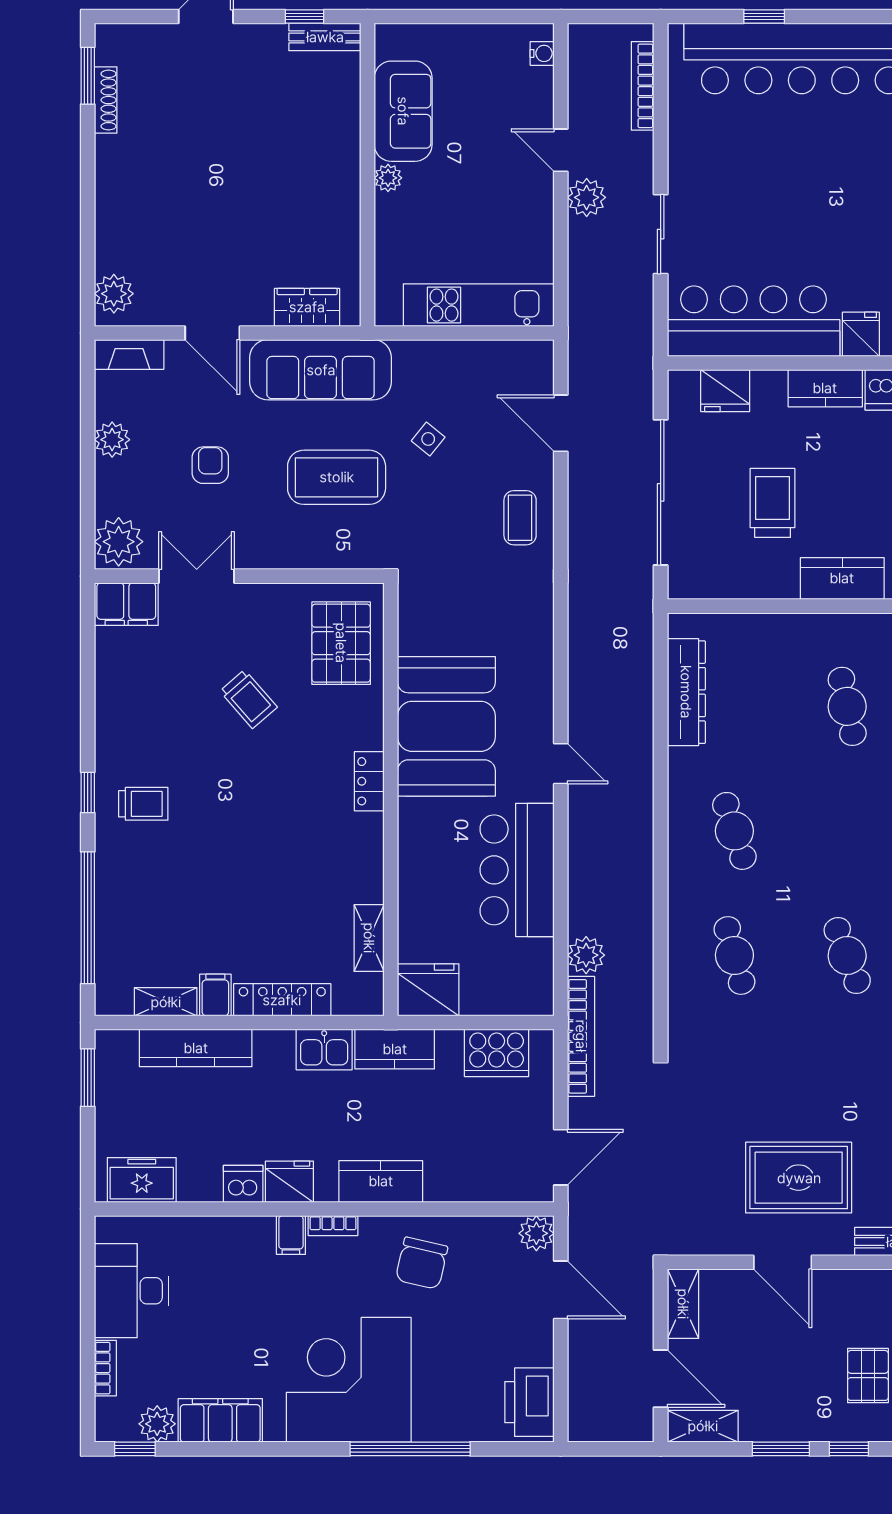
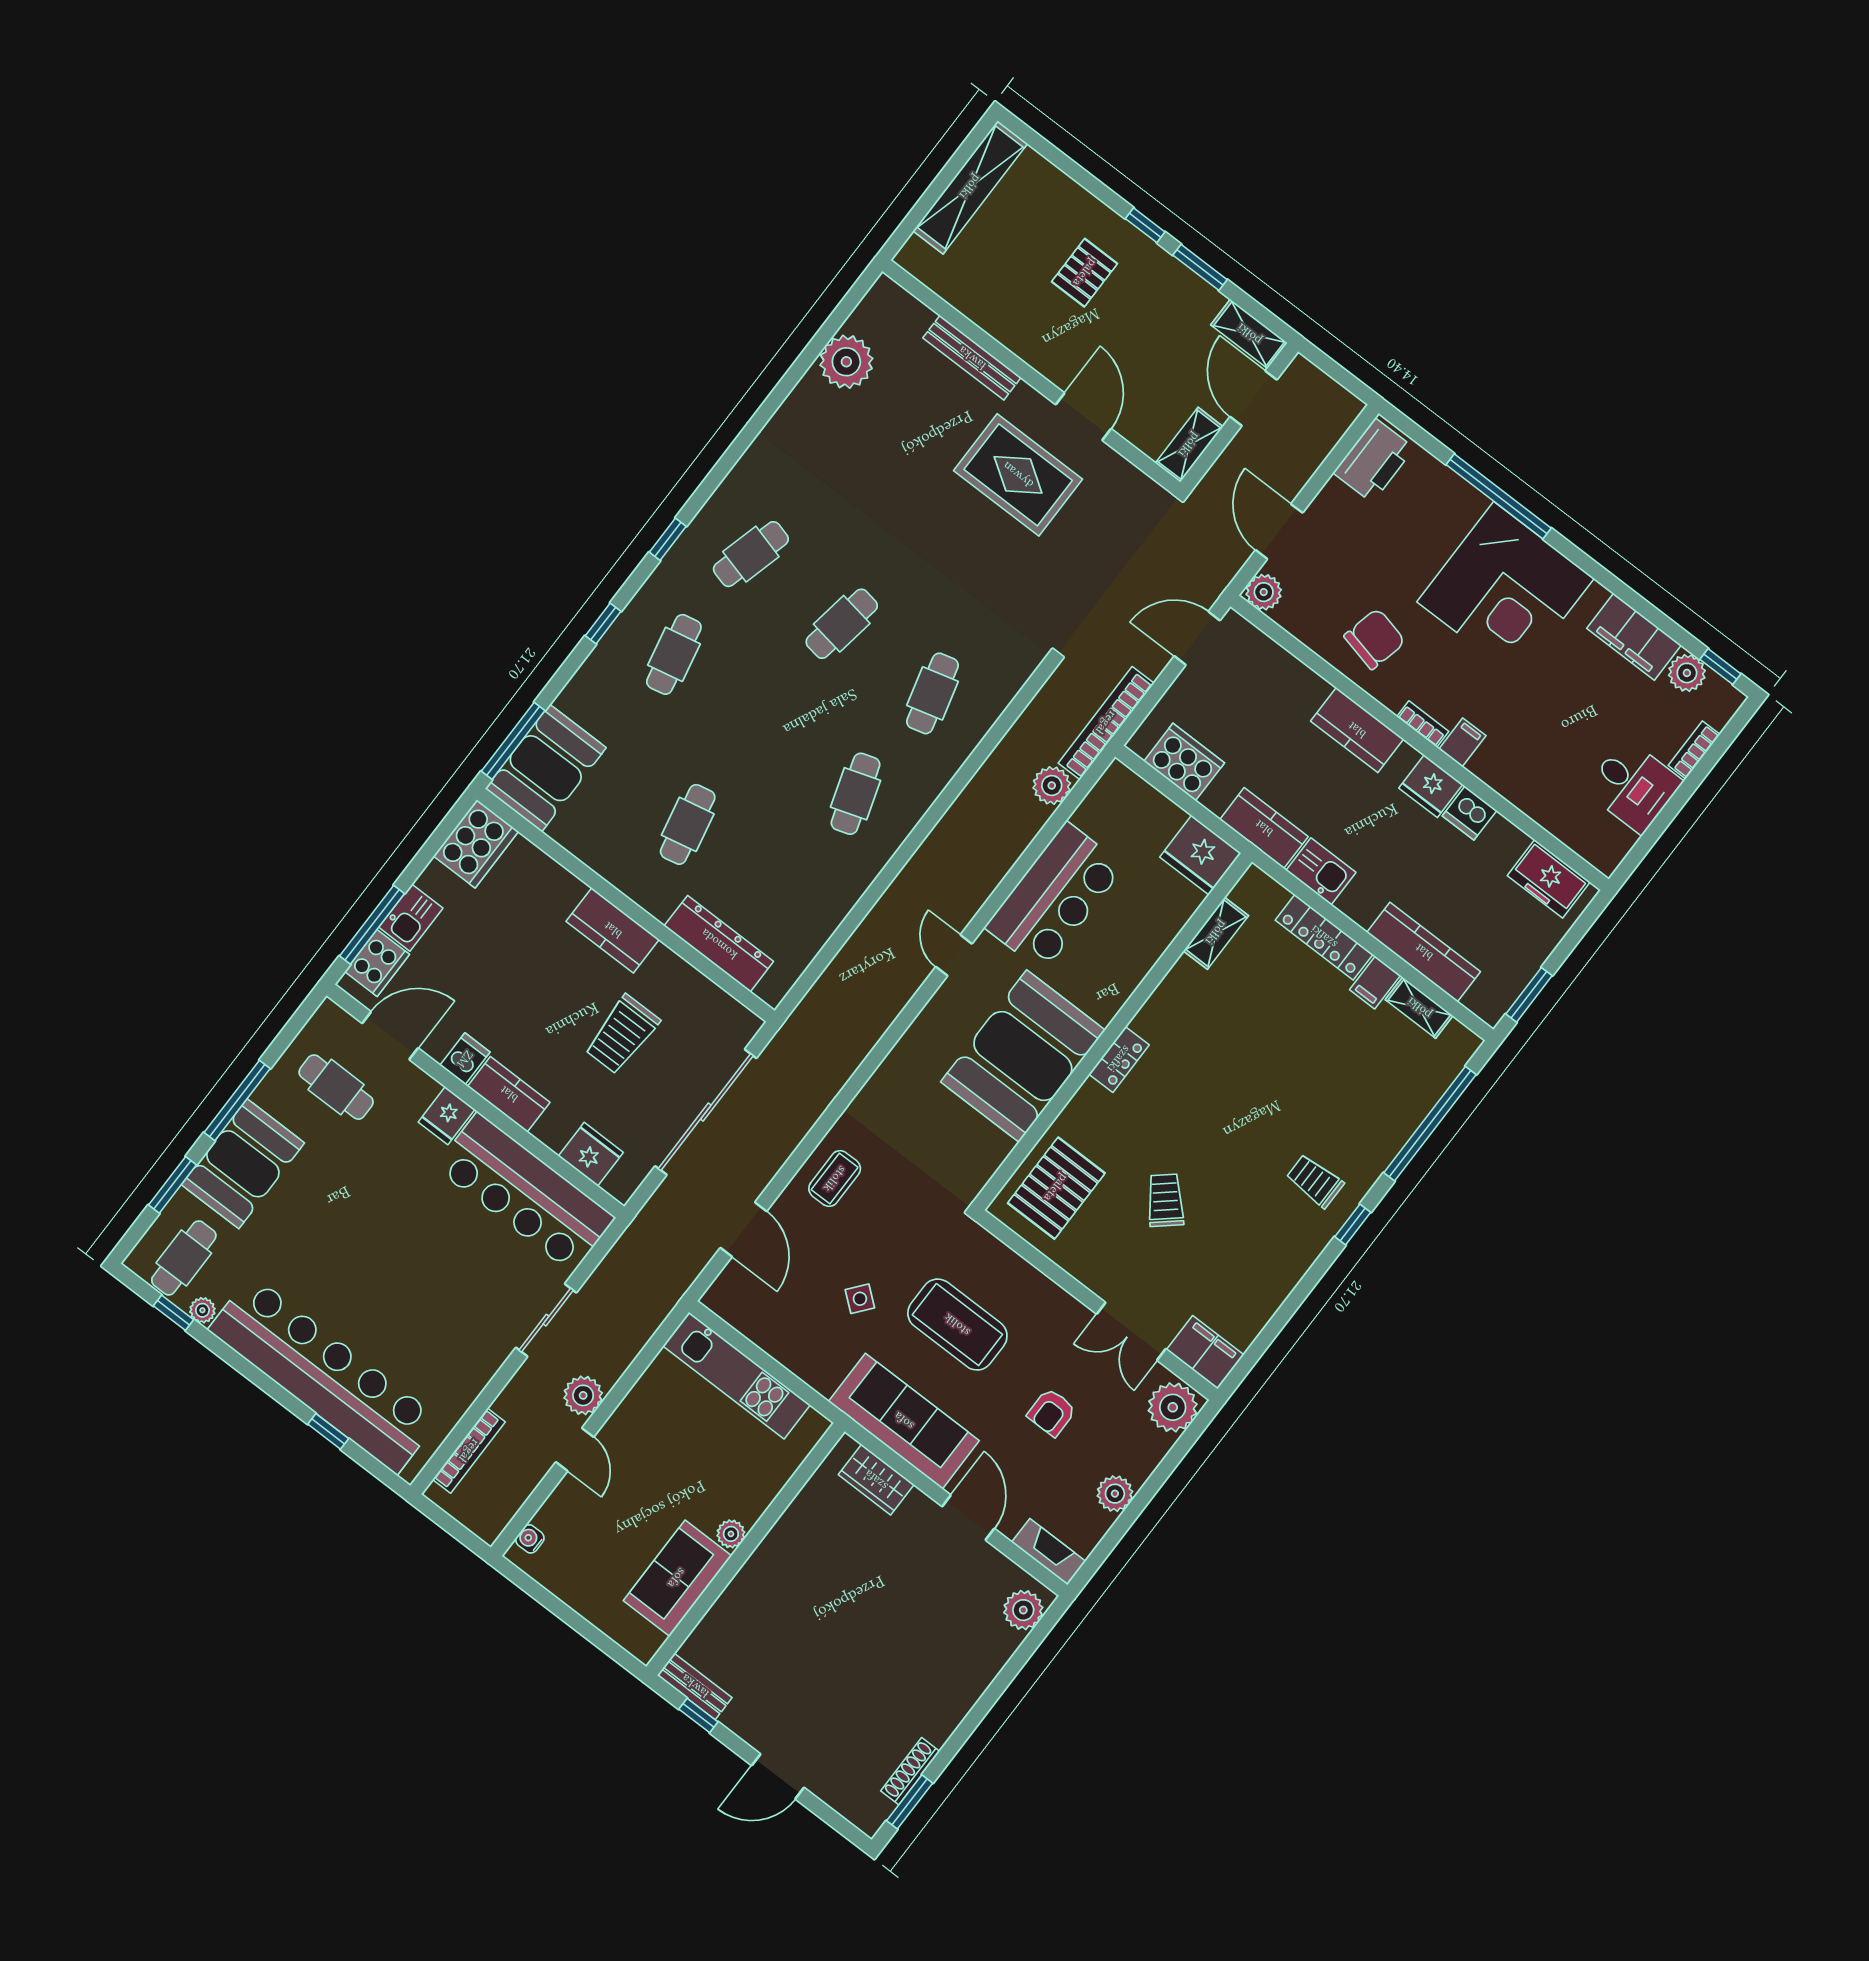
dresser: (686, 692) -> (719, 944), moved, turned 90
cafe table: (847, 956) -> (842, 624), turned 30
desk: (131, 1291) -> (1633, 786), width x0.73

